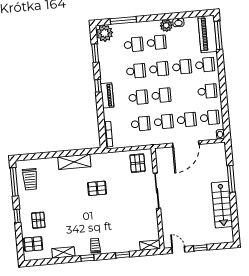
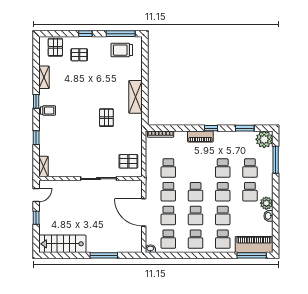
school desk: (138, 97) -> (196, 215), moved
stairs: (222, 205) -> (62, 244), moved

